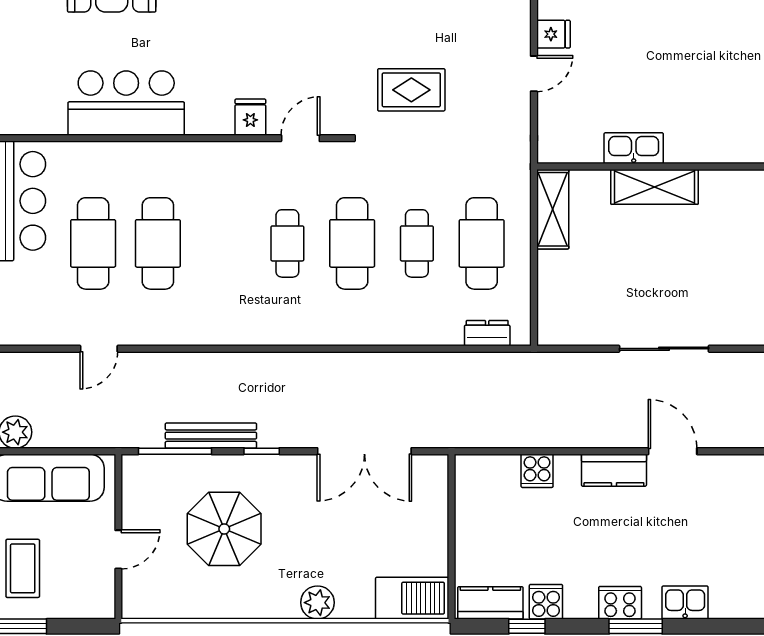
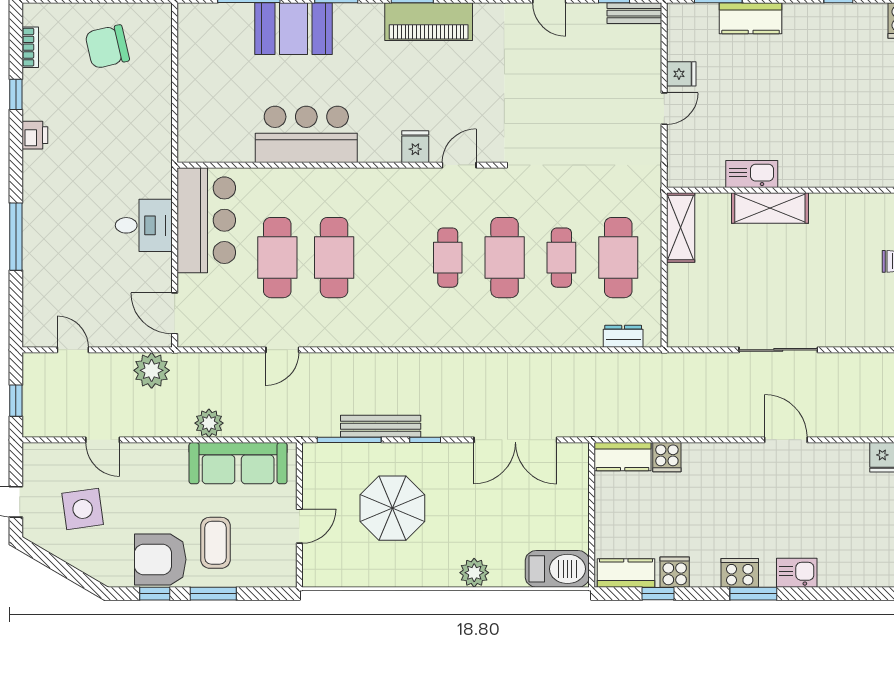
rug: (411, 90) -> (557, 123), removed
kitchen counter: (614, 470) -> (623, 457), moved

